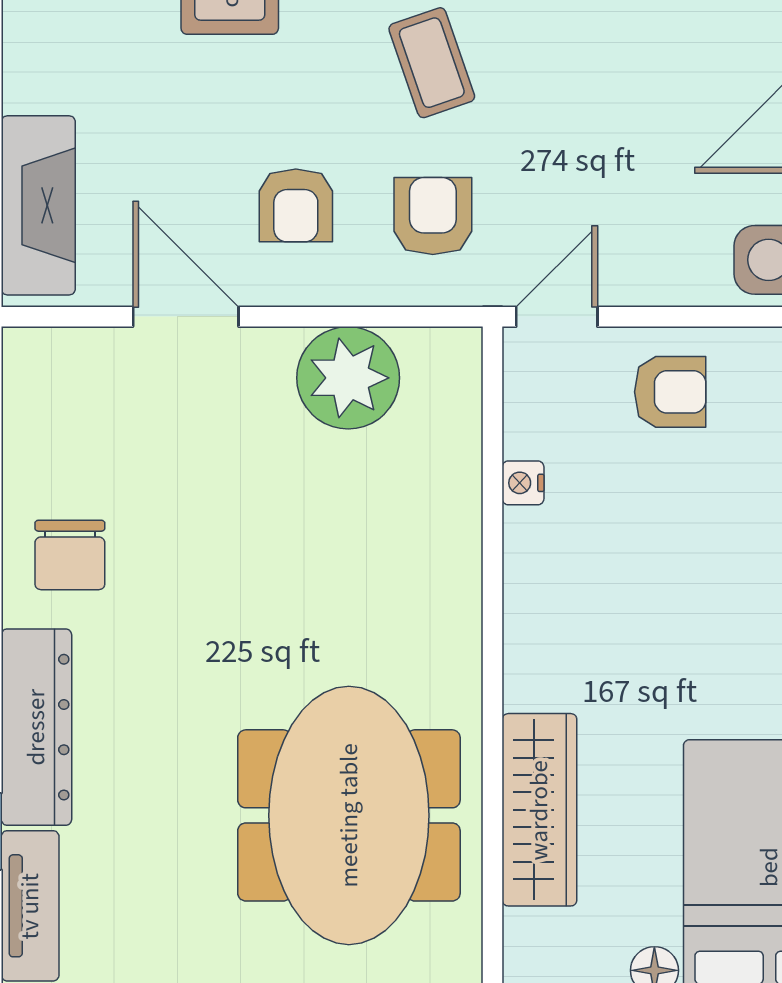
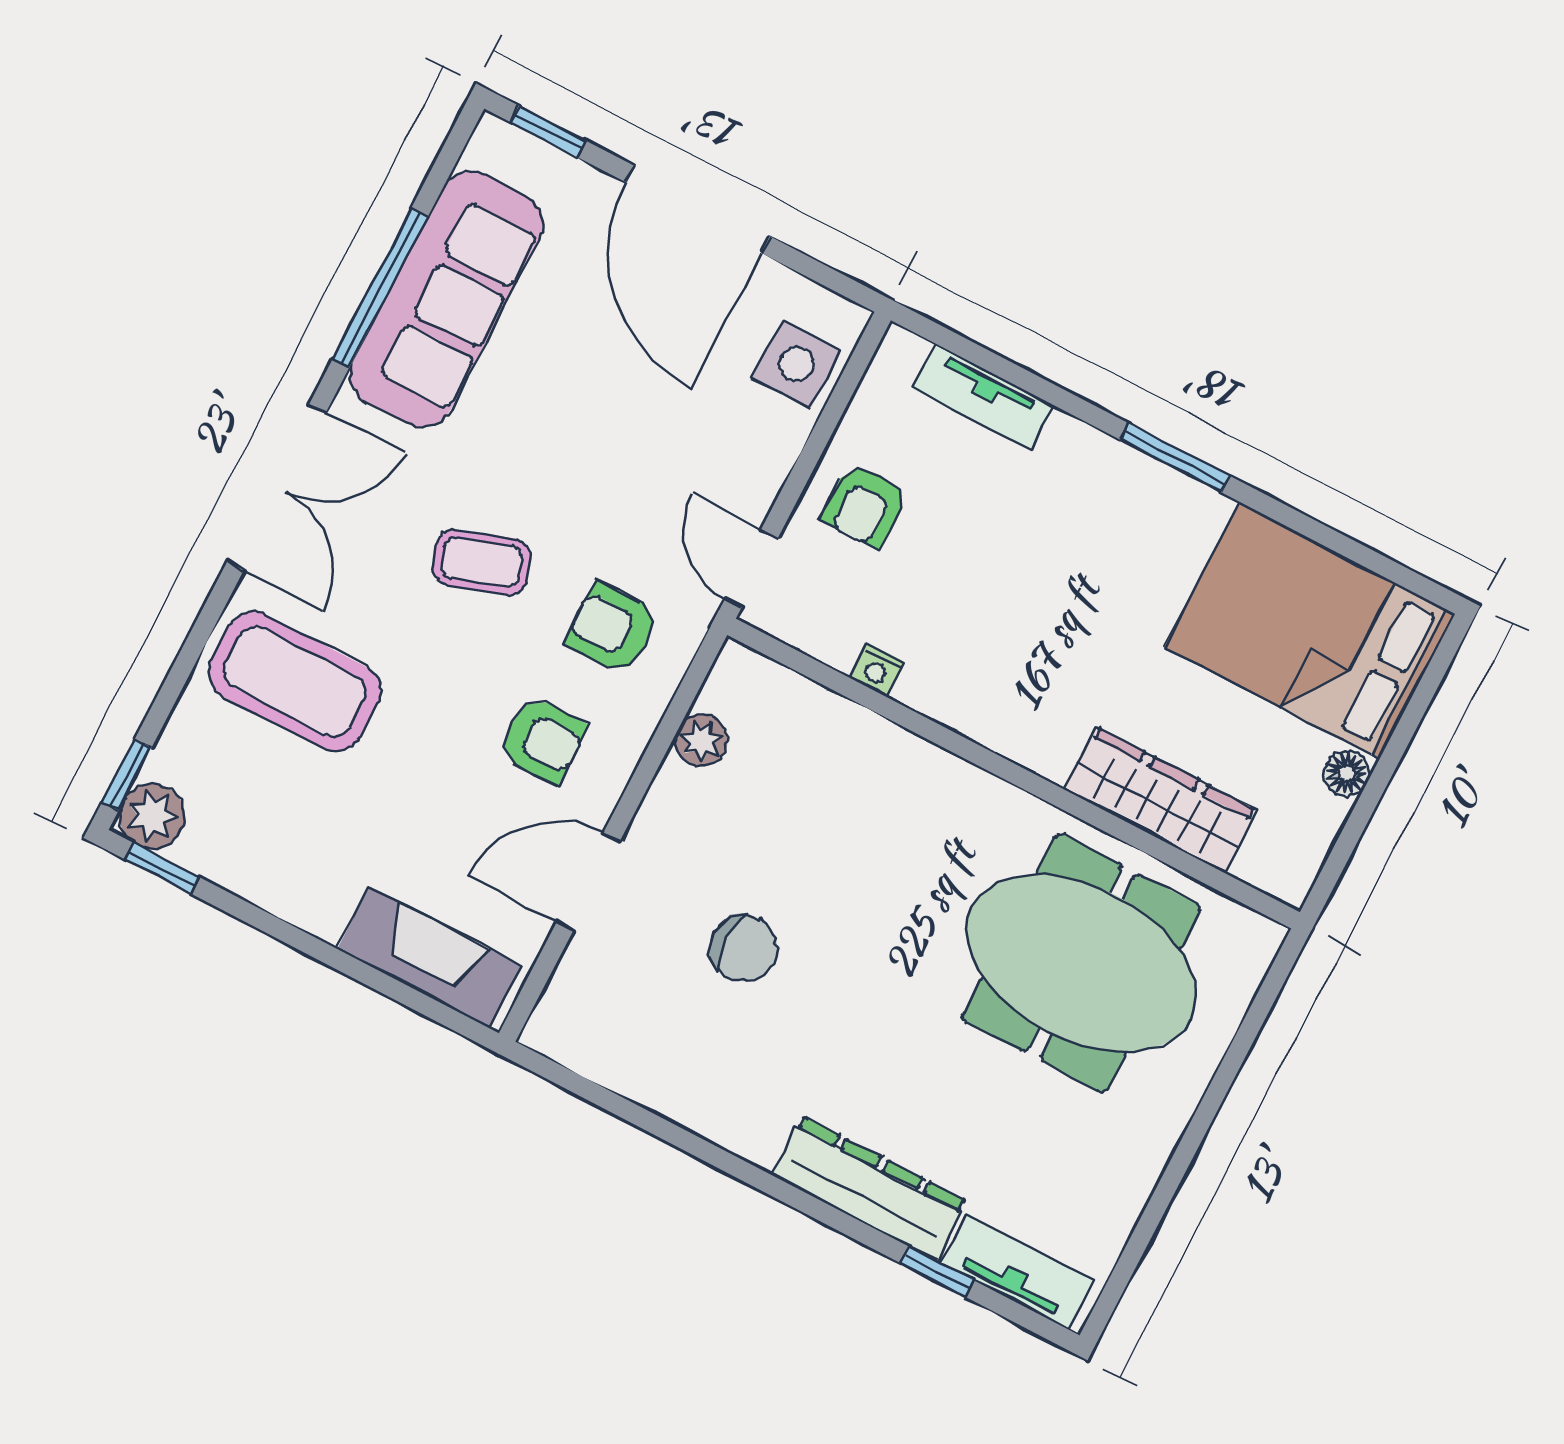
plant: (348, 378) -> (701, 741), width x0.53, depth x0.53
armchair: (670, 392) -> (865, 505), turned 180
chair: (70, 555) -> (744, 948), moved

